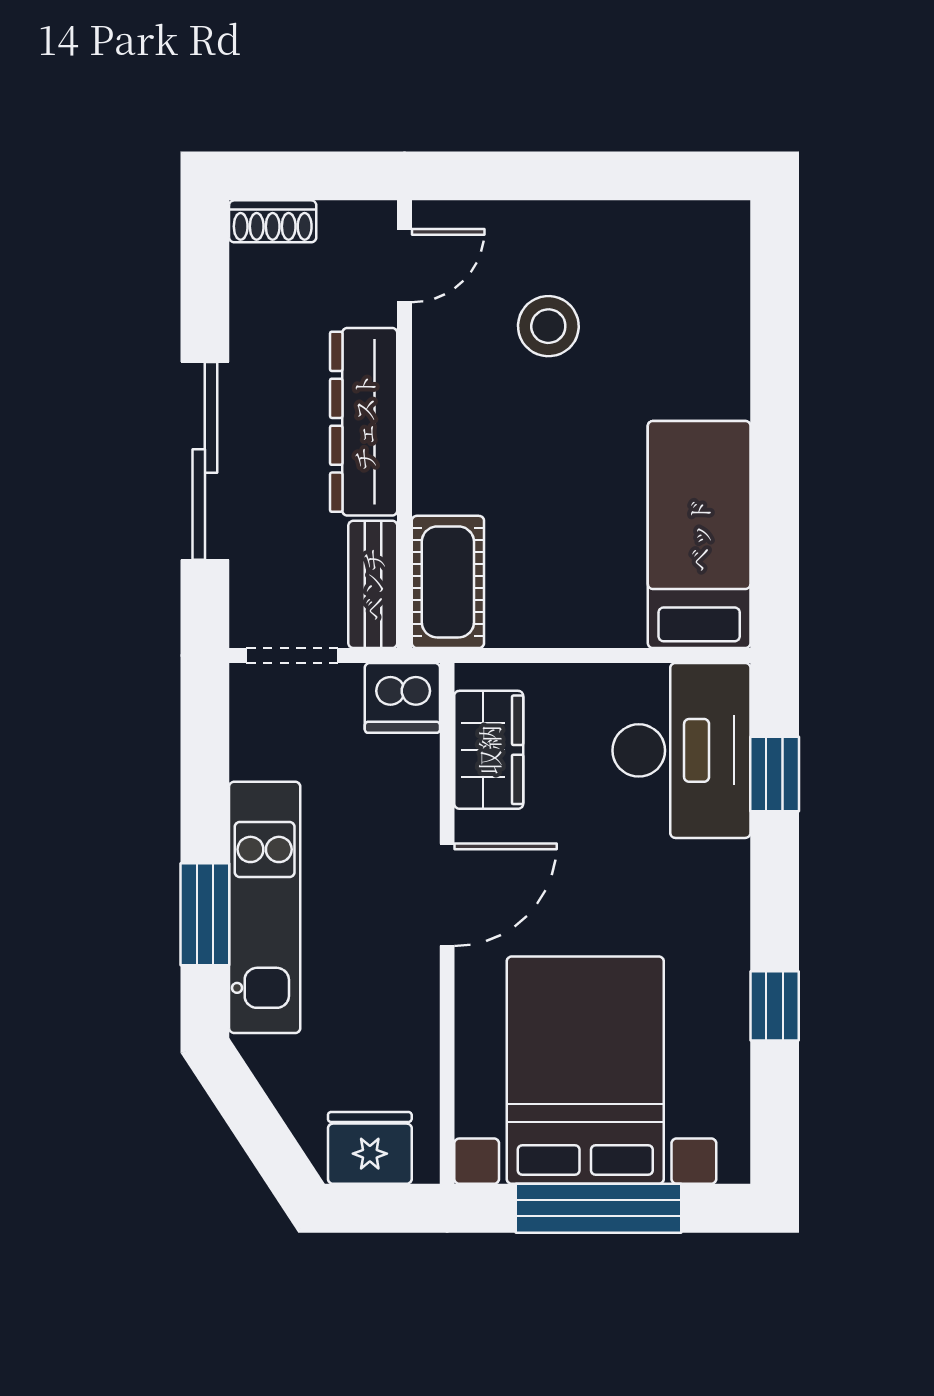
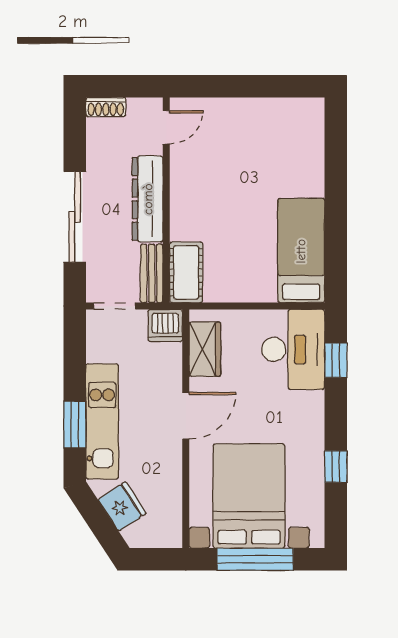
stool: (548, 326) -> (232, 155), removed
fridge: (370, 1148) -> (122, 506), moved, turned 57

